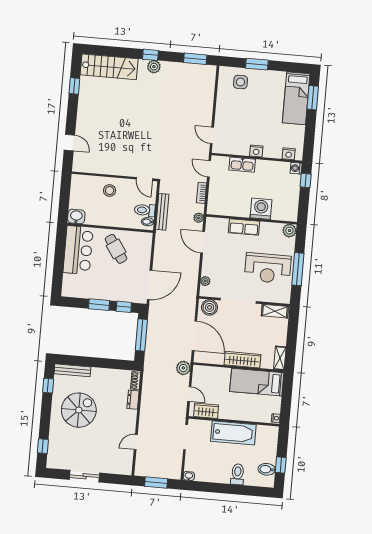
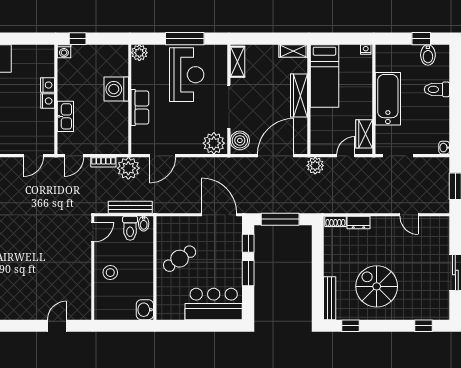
nightstand: (289, 154) -> (48, 85), moved
plant: (199, 218) -> (128, 168), width x1.88, depth x1.88
bar counter: (78, 250) -> (214, 304), moved
plant: (205, 281) -> (214, 143), width x1.88, depth x1.88

